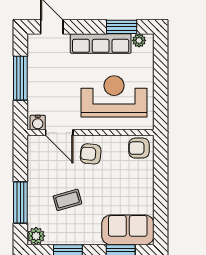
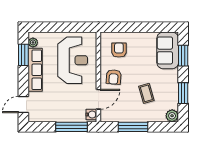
window: (20, 78) -> (71, 127), moved
reception desk: (114, 96) -> (73, 60), turned 180
armchair: (139, 148) -> (119, 50), moved, turned 180
window: (20, 202) -> (133, 127), moved

